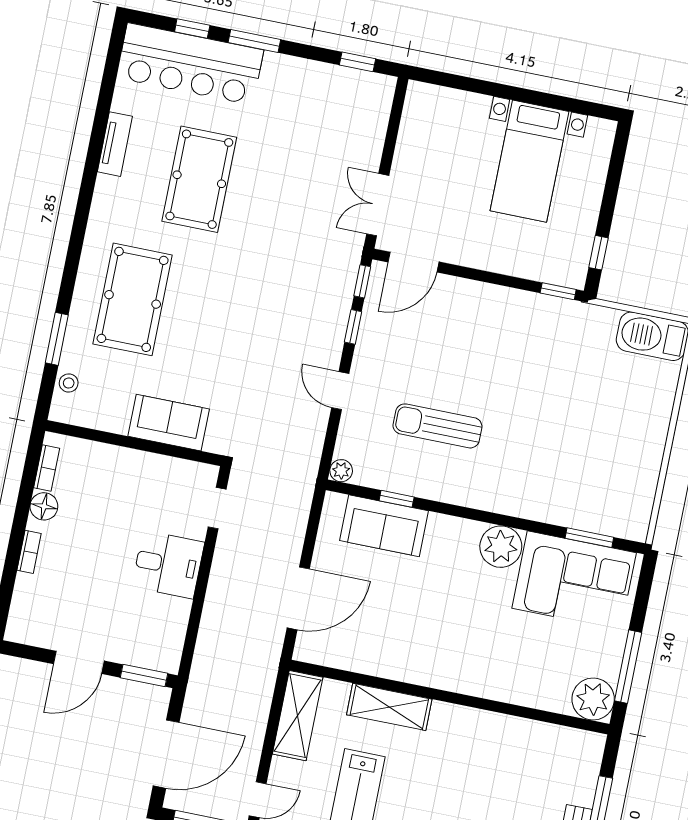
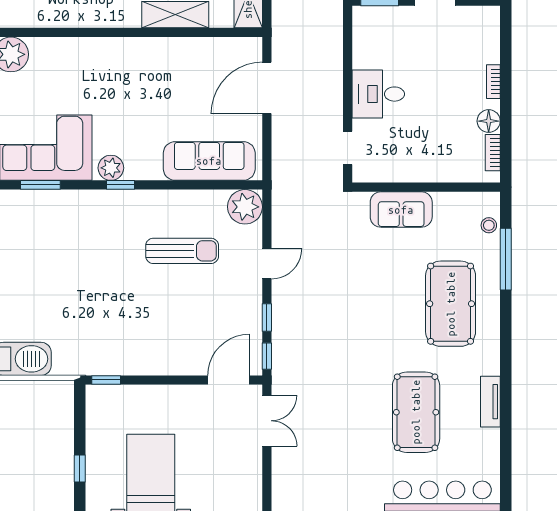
tv unit: (115, 144) -> (490, 402), moved
window: (598, 253) -> (80, 468), moved
window: (57, 339) -> (506, 259), width x1.44
door: (340, 391) -> (267, 264), hinge flipped
plant: (341, 471) -> (245, 207), width x1.88, depth x1.88
window: (397, 499) -> (120, 185), moved
sofa: (384, 526) -> (209, 161), width x1.36
plant: (501, 547) -> (111, 168), width x0.73, depth x0.73

